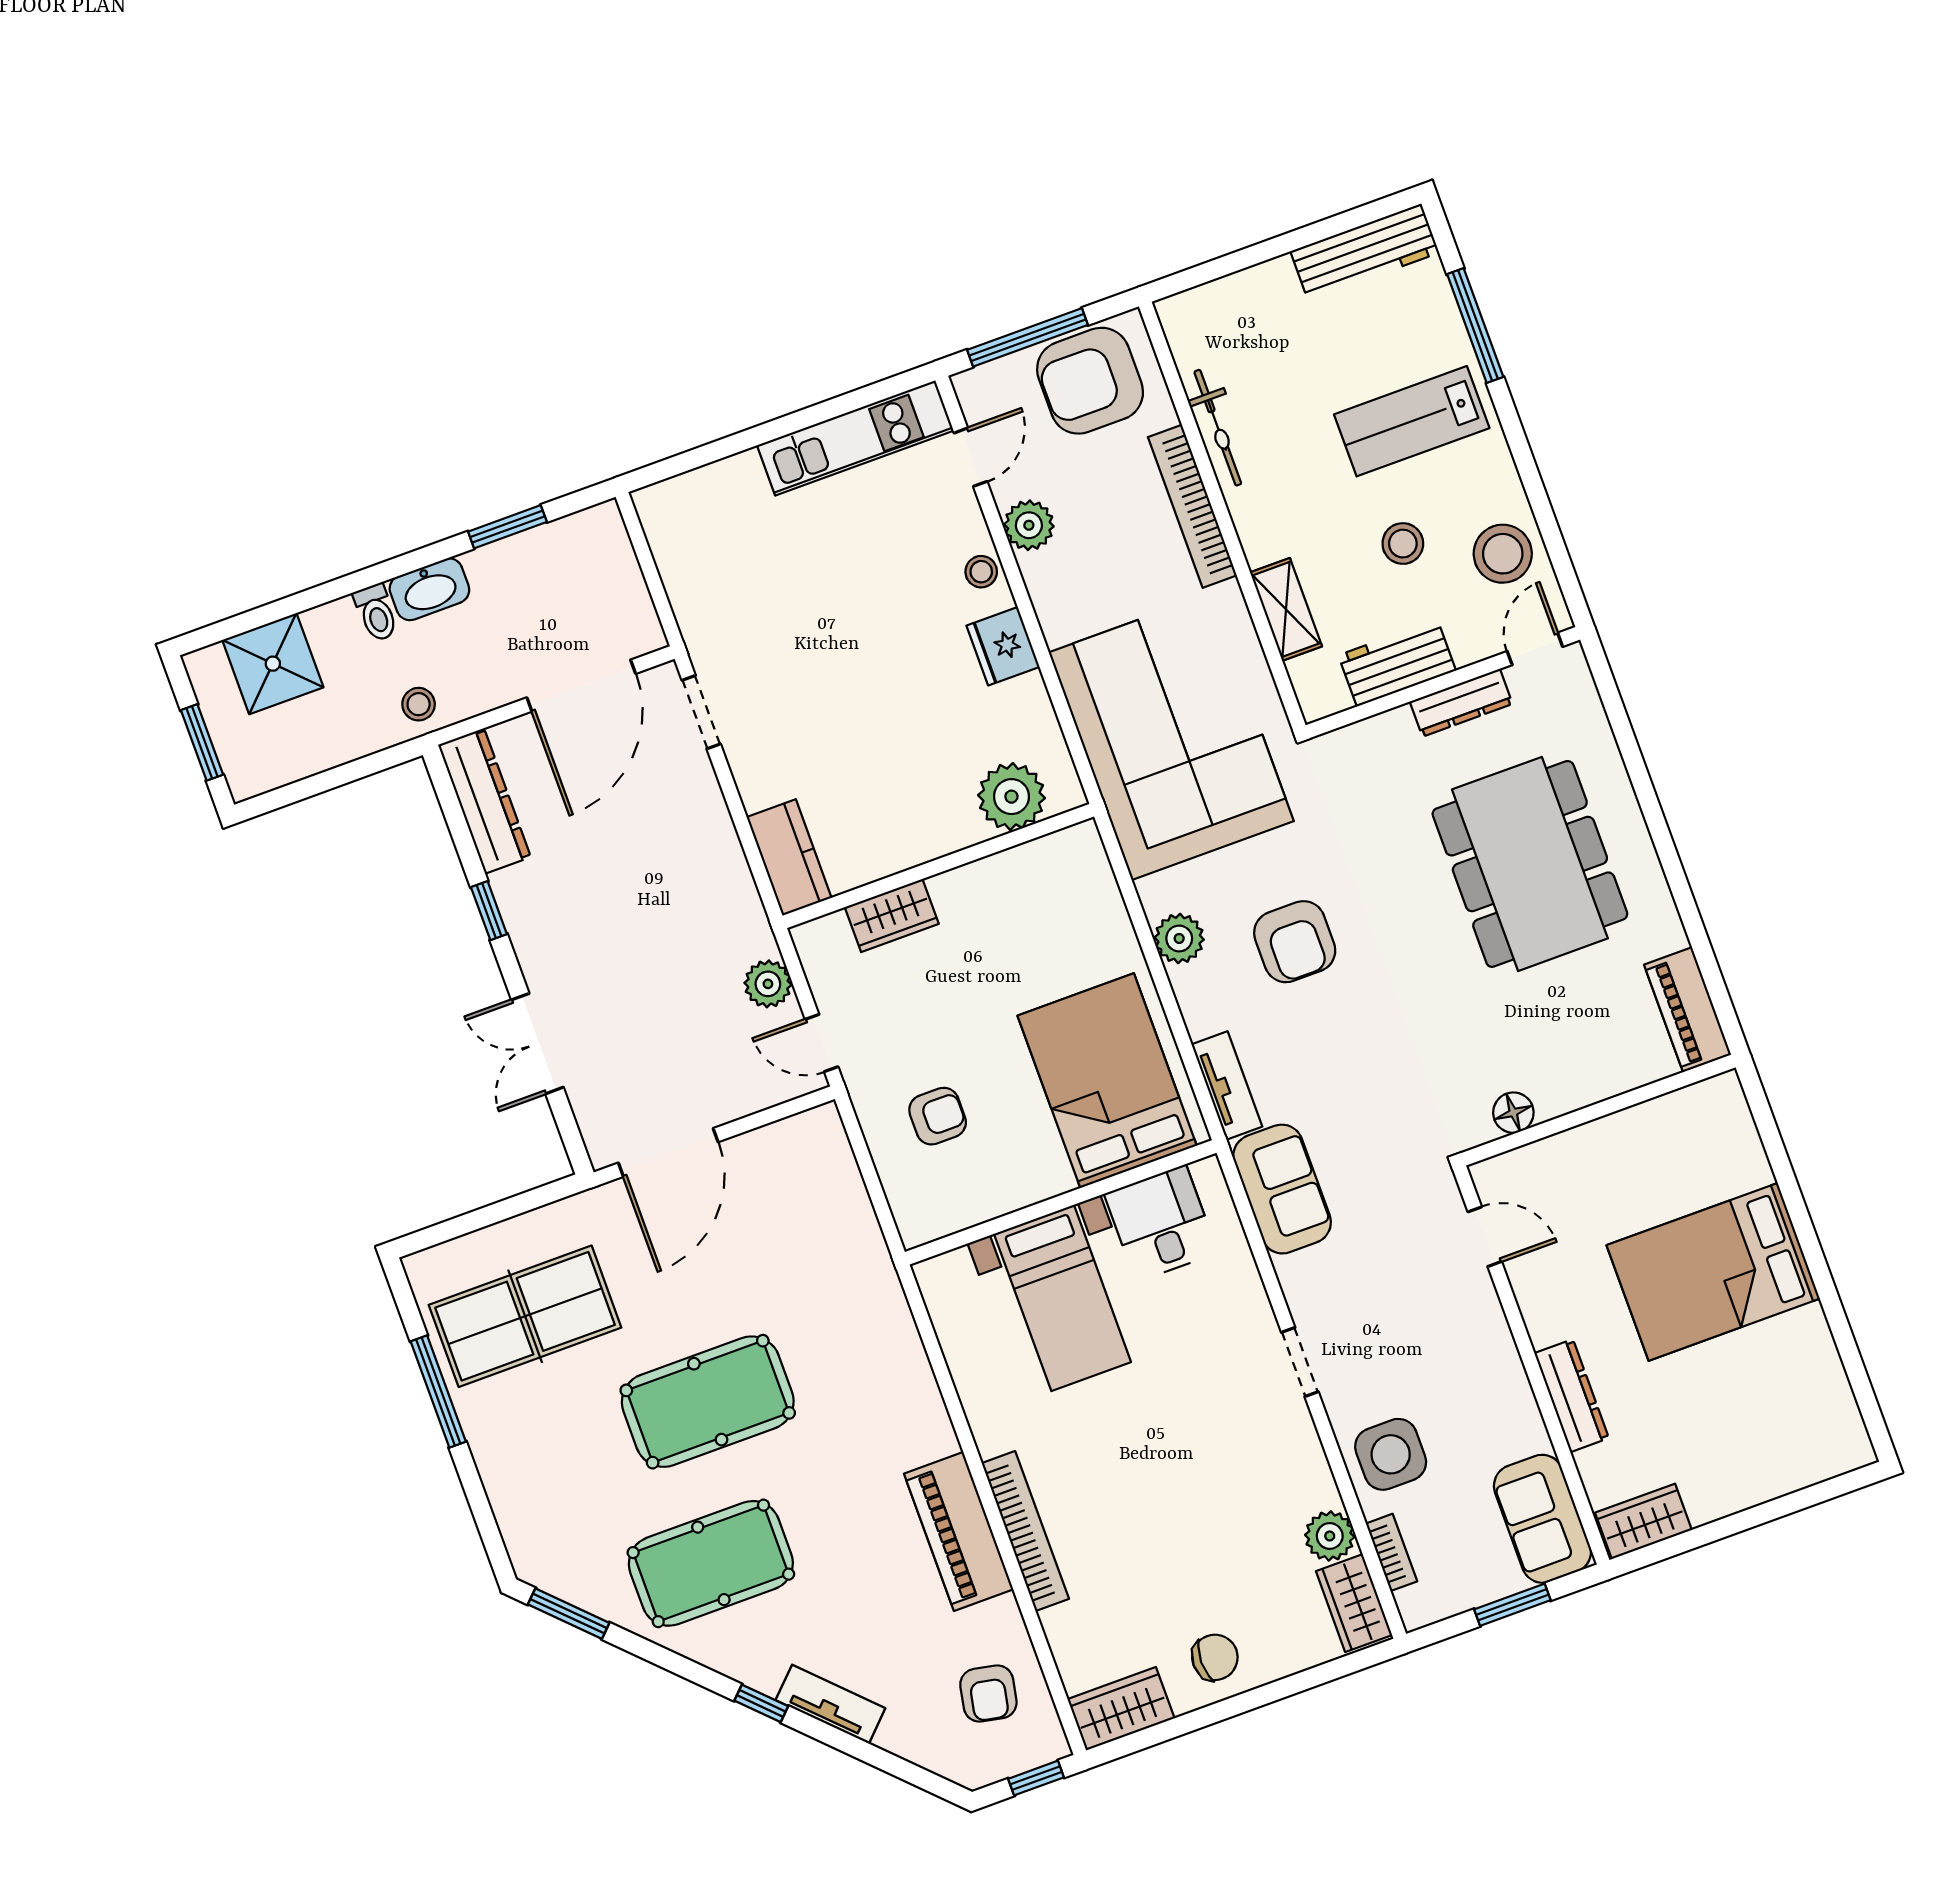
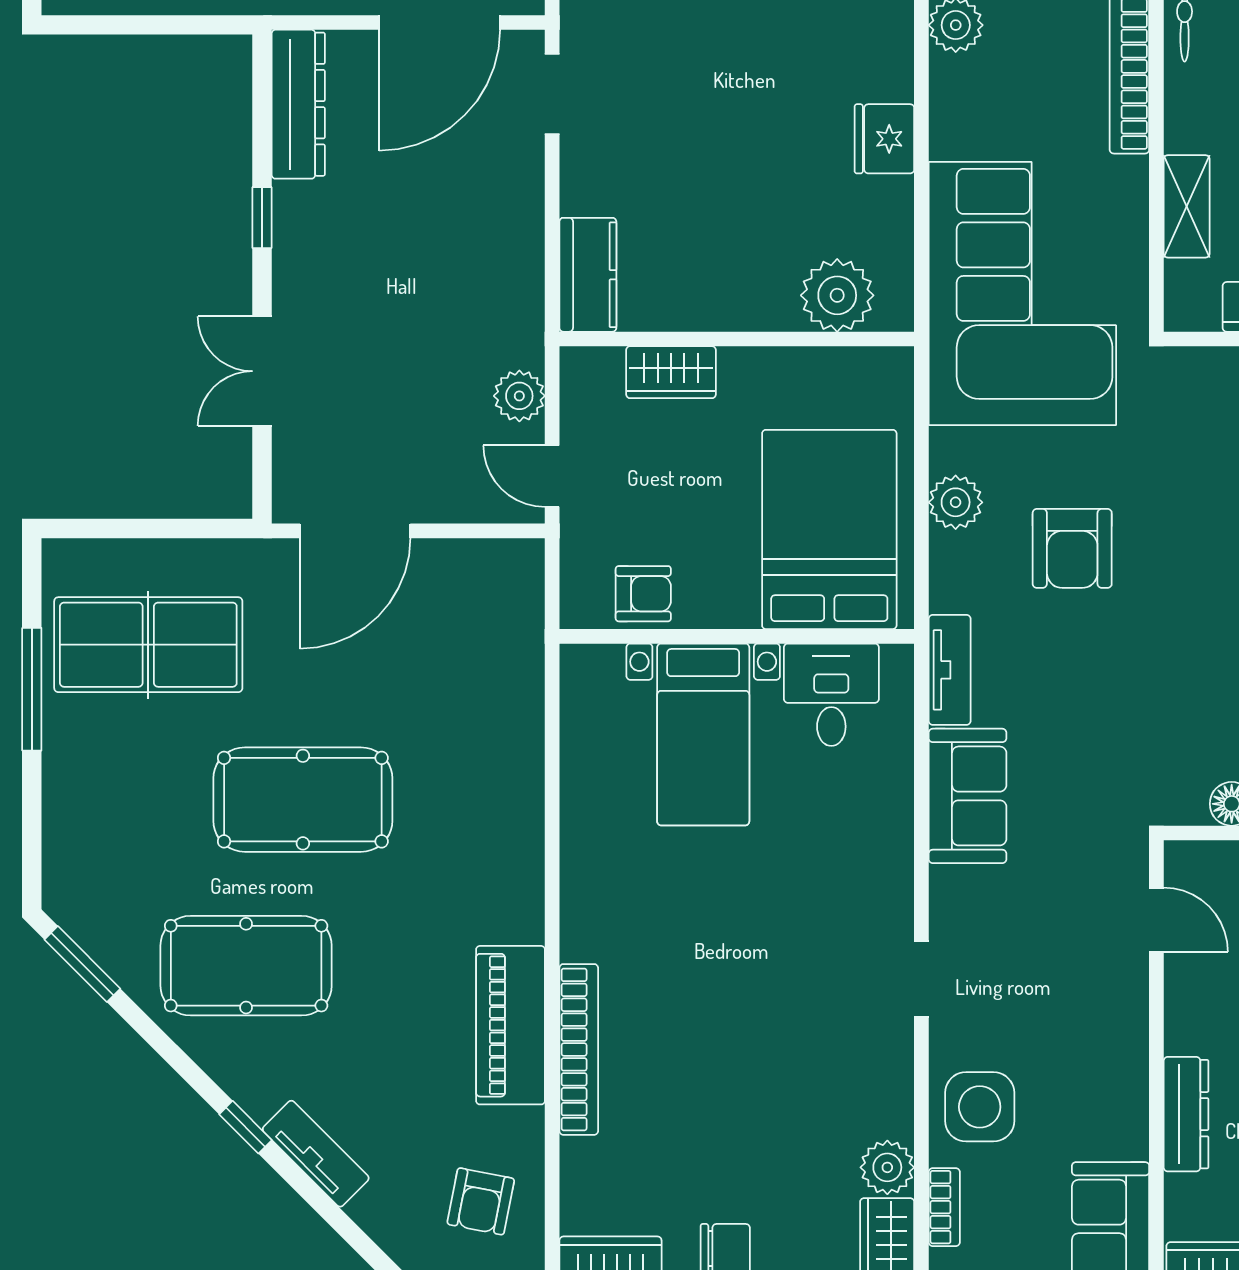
stool: (981, 572) -> (890, 55), removed
bed: (1107, 1081) -> (829, 529), moved
wall: (1061, 1202) -> (737, 636), moved
desk: (1161, 1223) -> (831, 695), moved
bed with nightstands: (1063, 1298) -> (703, 734), moved

